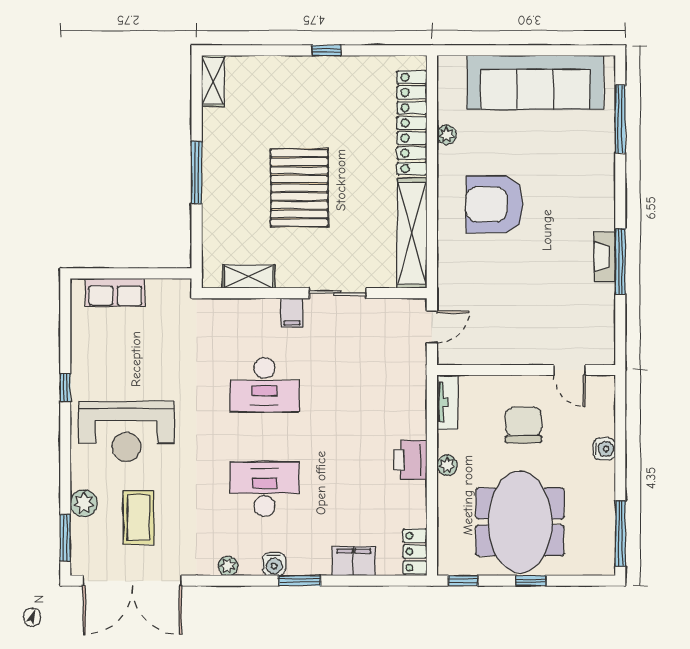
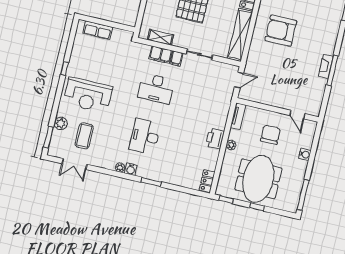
desk: (264, 489) -> (145, 136), turned -90
filing cabinet: (354, 561) -> (161, 55), moved, turned 180
water cooler: (274, 564) -> (131, 169), moved
double door: (132, 581) -> (74, 164), width x0.54

